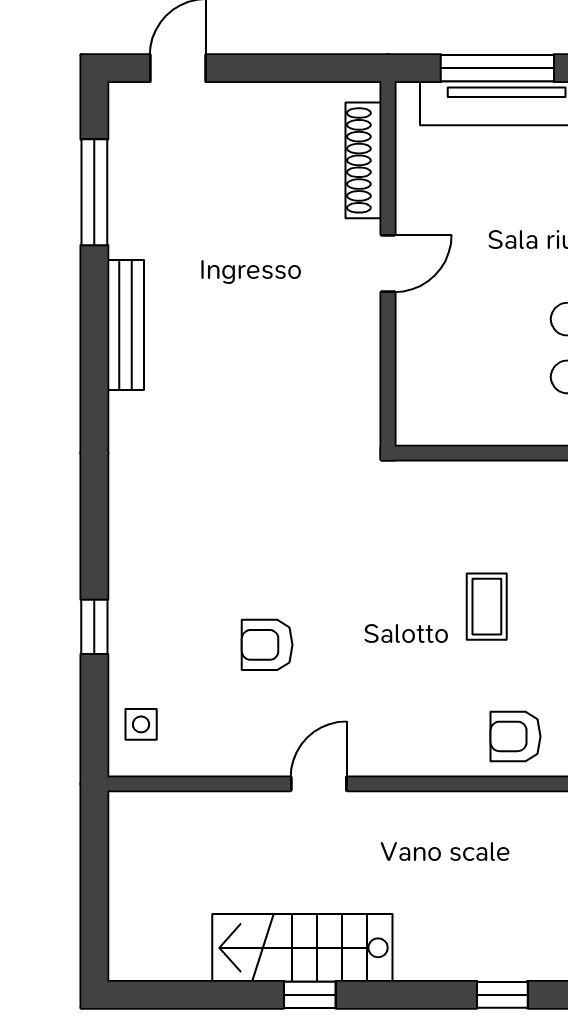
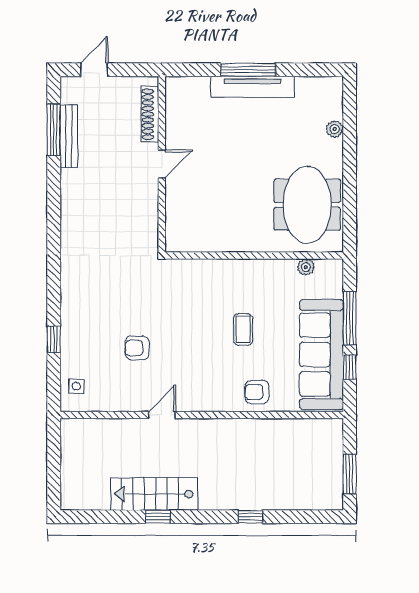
shoe rack: (364, 160) -> (150, 114), moved
door: (388, 263) -> (162, 164), moved
wall: (388, 264) -> (162, 164), moved
bench: (126, 325) -> (69, 136), moved

